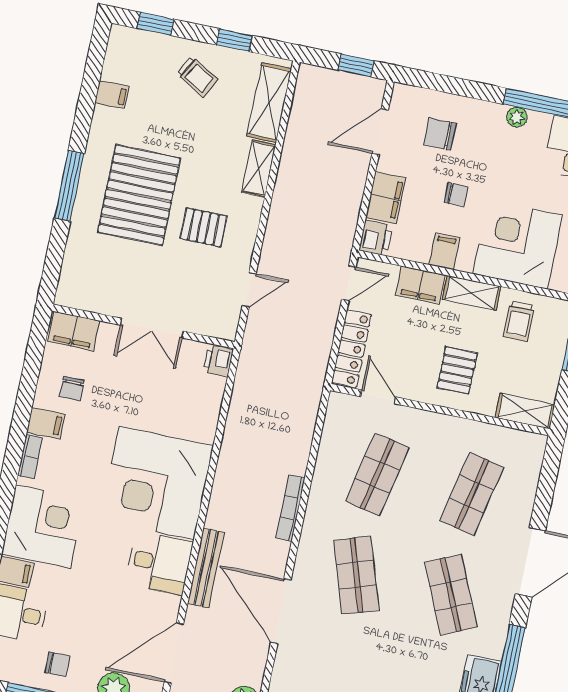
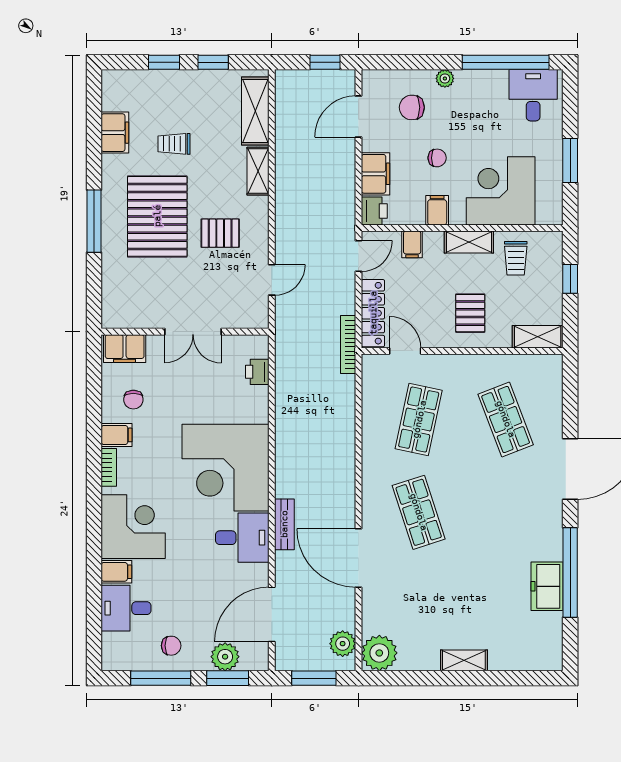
window: (155, 24) -> (164, 62), moved
trolley: (197, 76) -> (174, 144), moved, turned 150
filing cabinet: (112, 95) -> (115, 133), width x2.00
plant: (517, 117) -> (445, 78), moved
filing cabinet: (420, 285) -> (412, 244), width x0.50
printer: (218, 361) -> (257, 372), moved
shop shelf: (472, 494) -> (506, 419), turned -33
bookcase: (290, 508) -> (348, 345), moved
bench: (206, 568) -> (284, 524), width x0.73
shop shelf: (451, 595) -> (506, 512), removed

